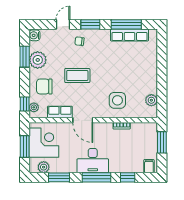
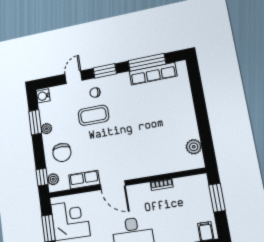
plant: (38, 60) -> (46, 129), width x0.53, depth x0.53
coffee table: (77, 75) -> (93, 115), moved
chair: (44, 86) -> (62, 153), turned -90
side table: (117, 100) -> (151, 154), removed

